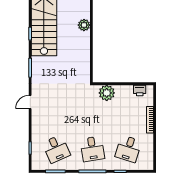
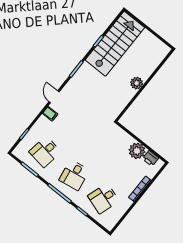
plant: (84, 25) -> (137, 83), moved
plant: (107, 93) -> (137, 151), moved
door: (30, 102) -> (54, 97), hinge flipped
filing cabinet: (37, 117) -> (50, 114), added
desk: (56, 149) -> (45, 152), turned 33

